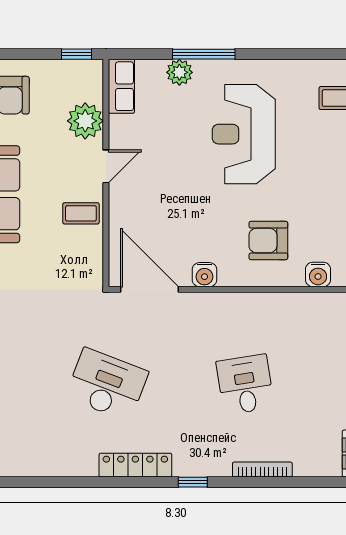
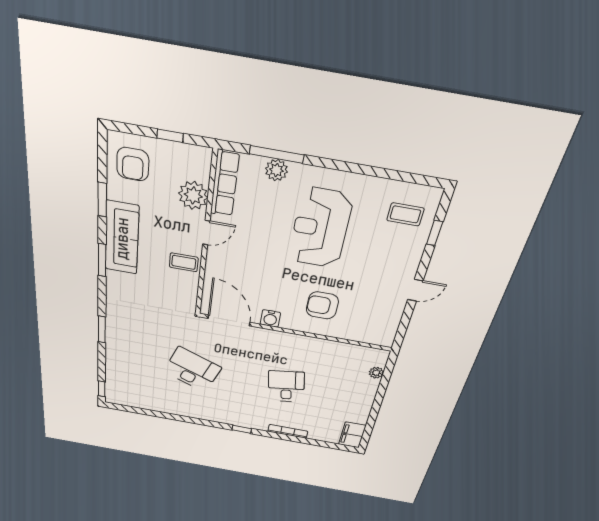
window: (76, 54) -> (170, 136), moved
window: (204, 54) -> (277, 154), moved
row of seats: (121, 86) -> (225, 184), width x1.48
water cooler: (318, 274) -> (354, 333), removed
locker: (135, 465) -> (206, 414), removed

